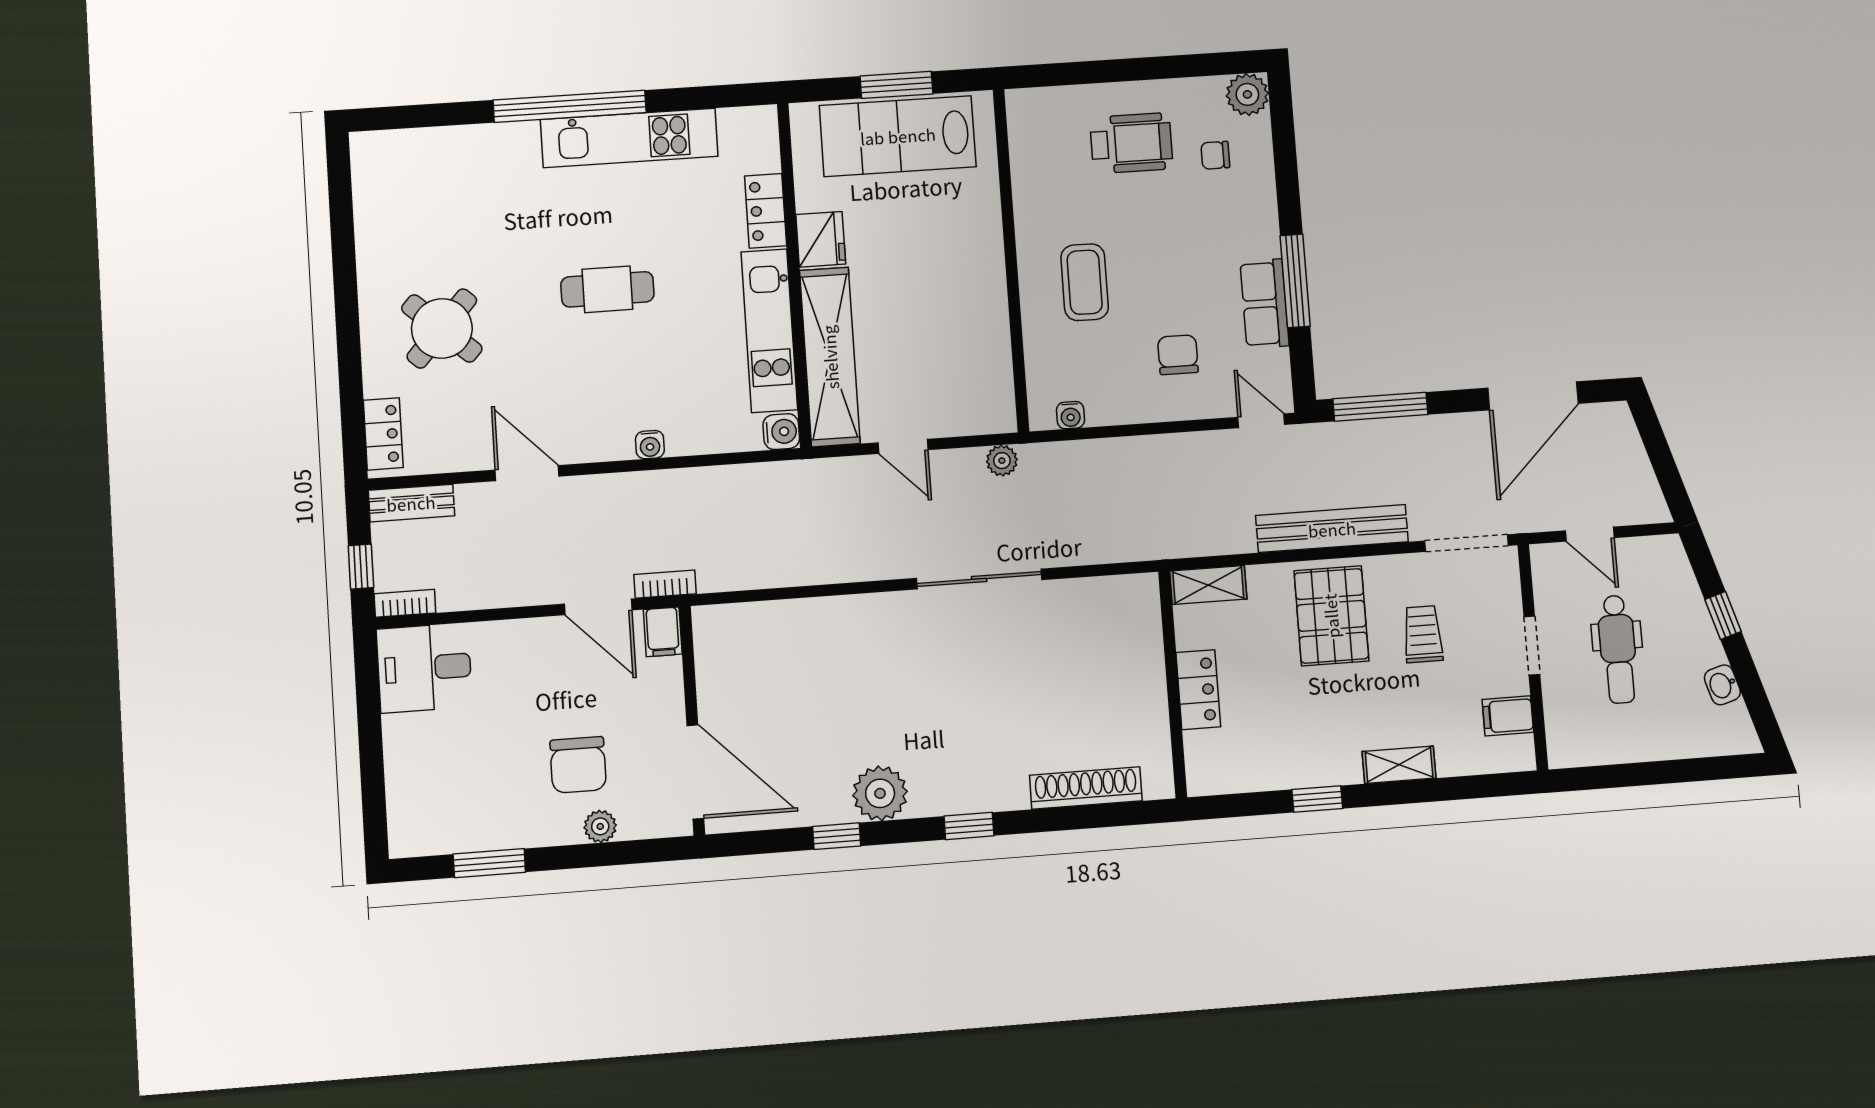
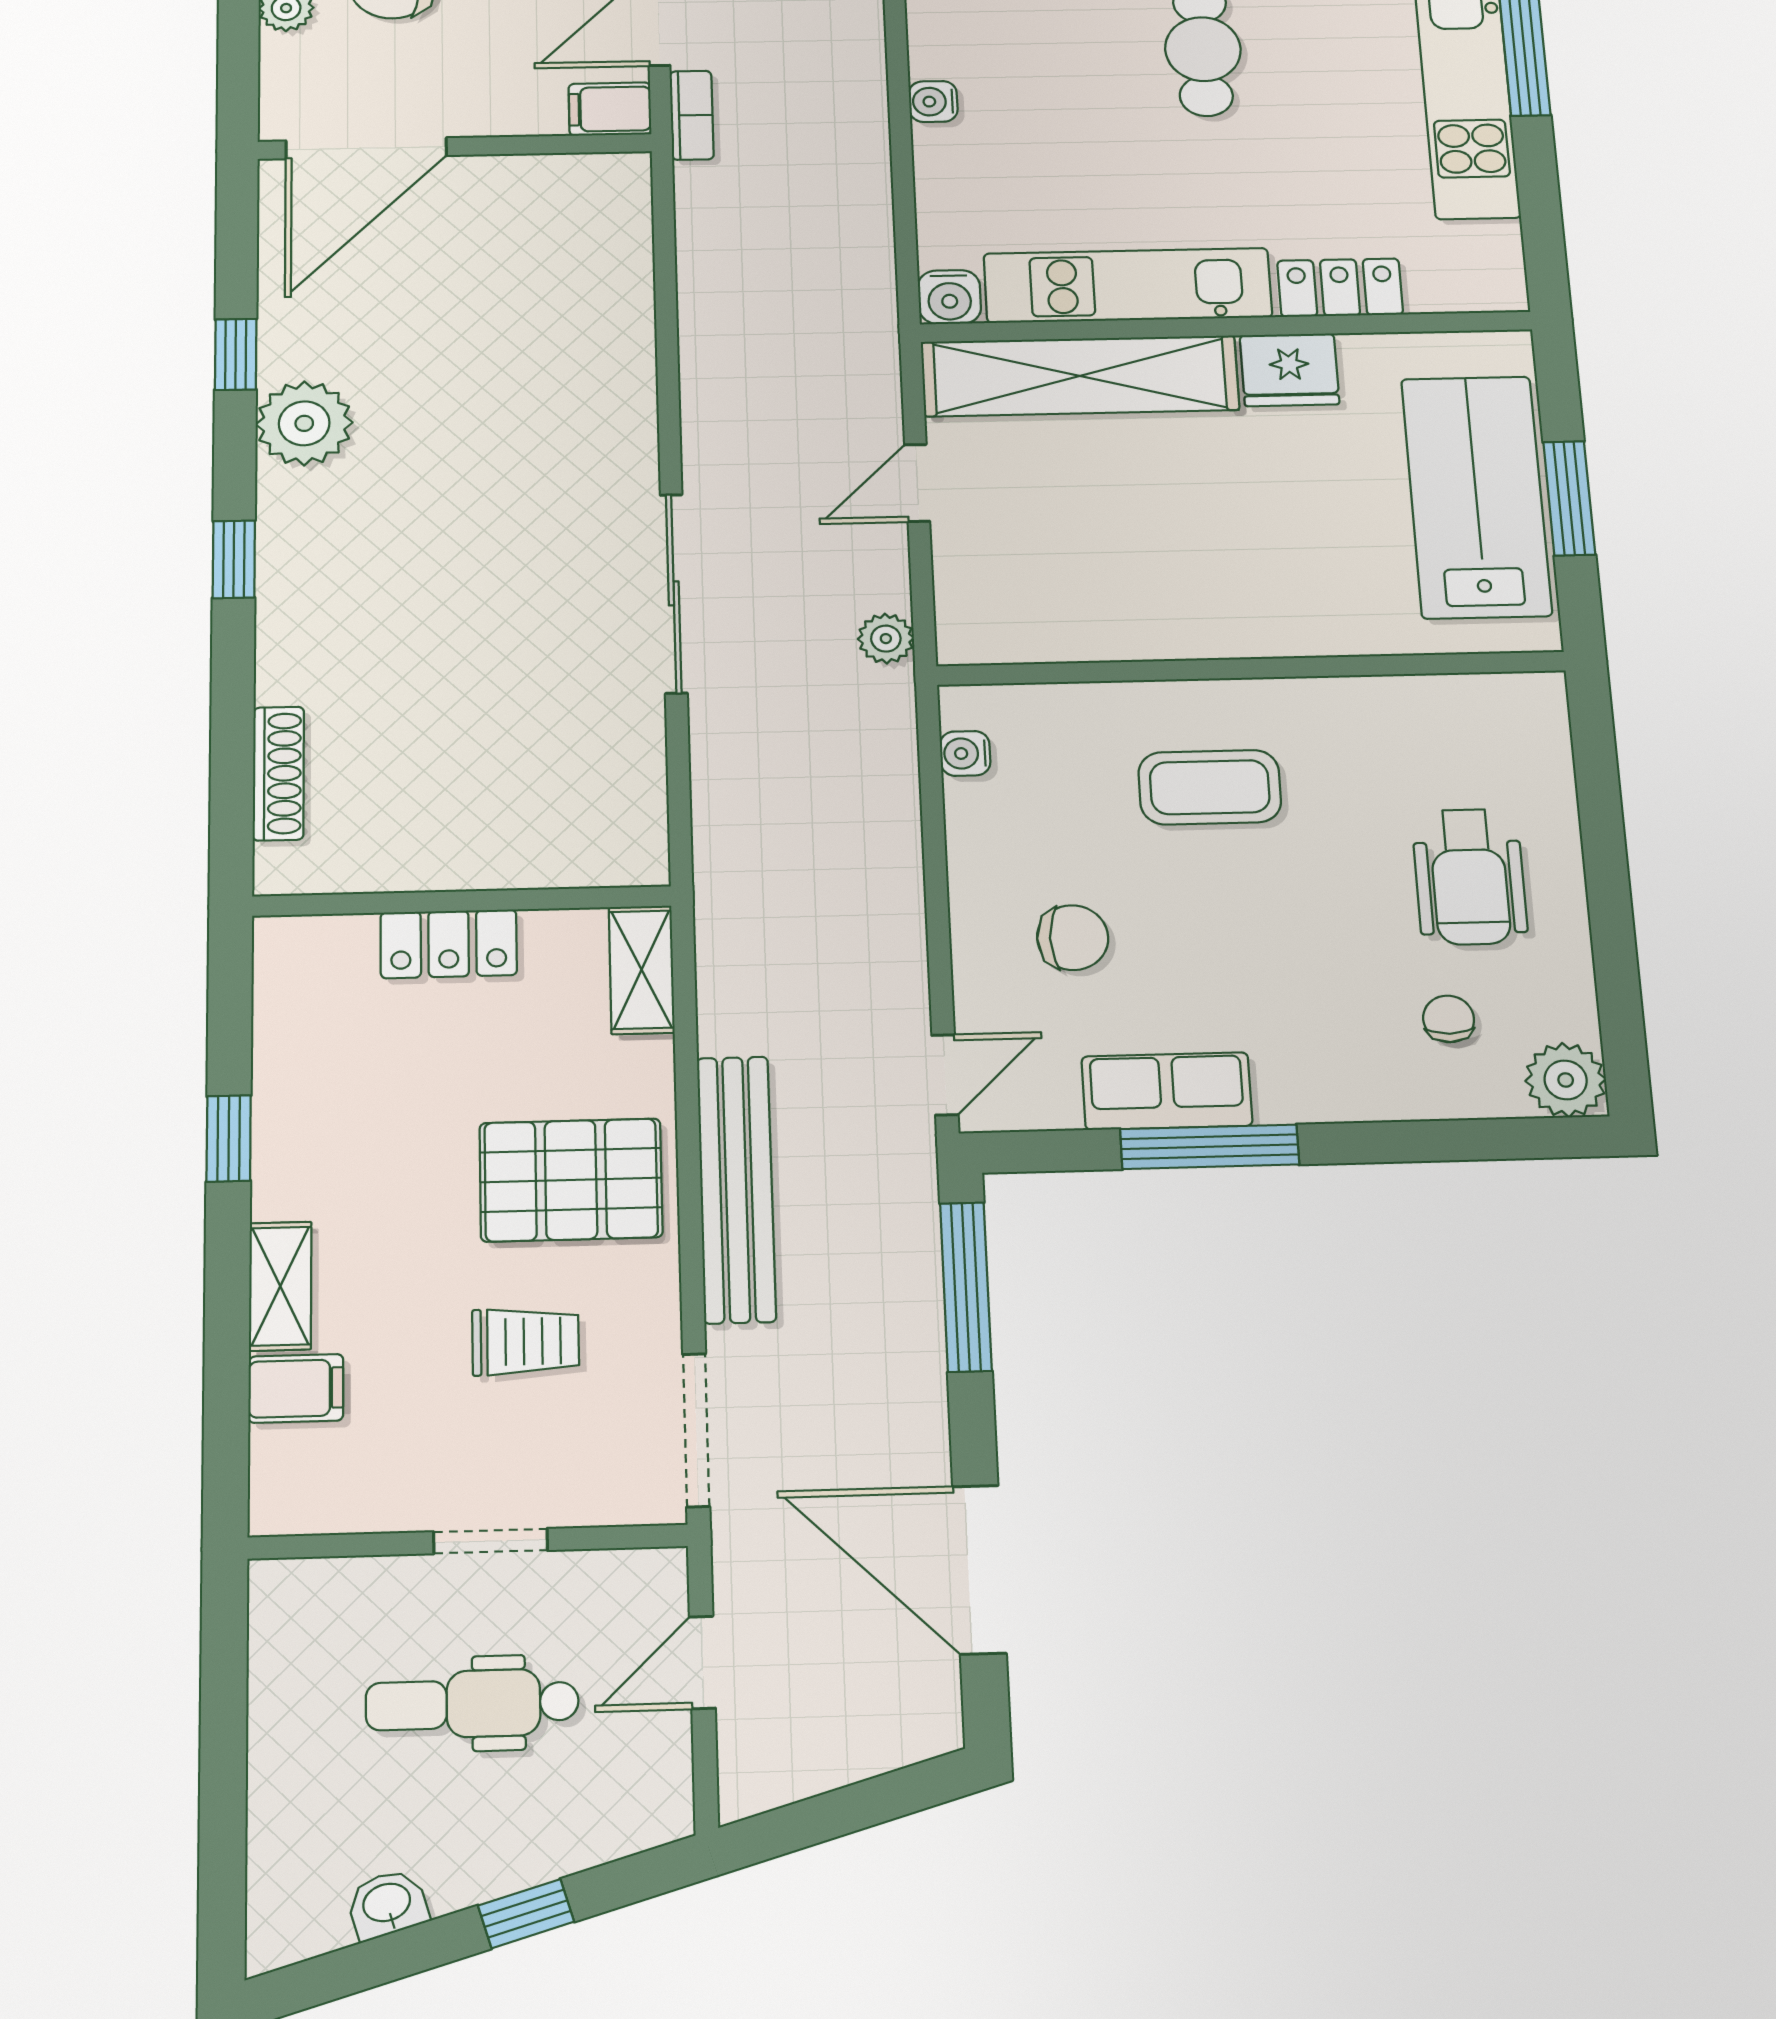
filing cabinet: (1508, 716) -> (296, 1388), moved, turned 90
shoe rack: (1086, 788) -> (278, 773), width x0.74, depth x0.81

